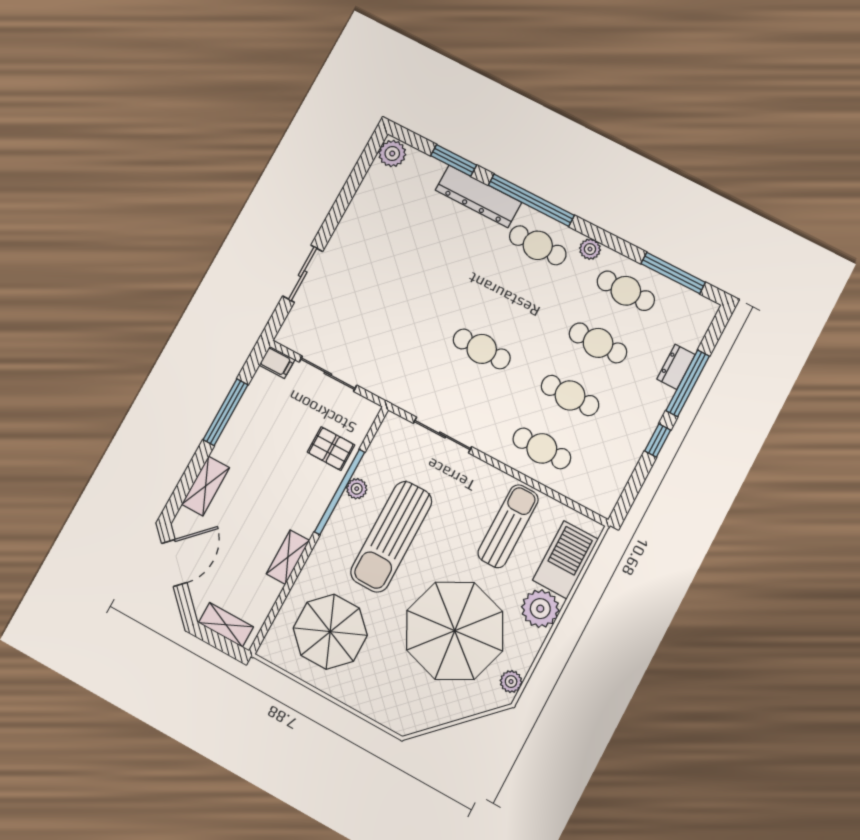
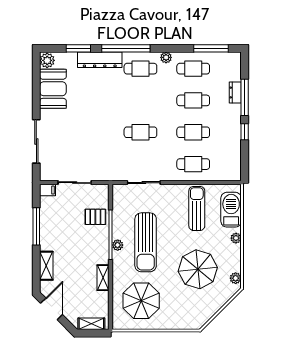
booth: (377, 203) -> (53, 89), added
sliding door: (303, 274) -> (36, 141), width x1.37
plant: (357, 489) -> (118, 245), moved
plant: (540, 609) -> (236, 238), width x0.53, depth x0.53
parasol: (455, 631) -> (198, 269), width x0.73, depth x0.73

